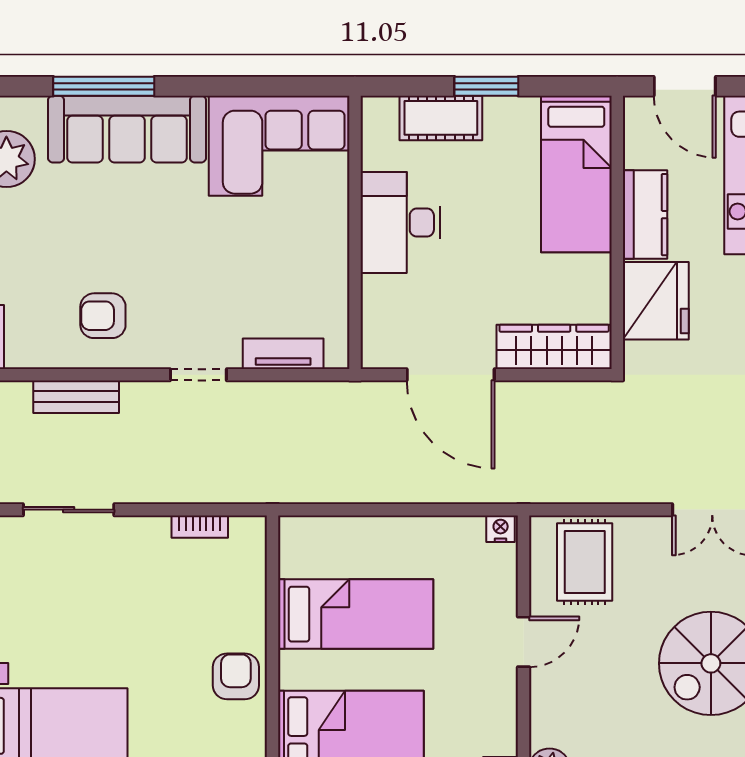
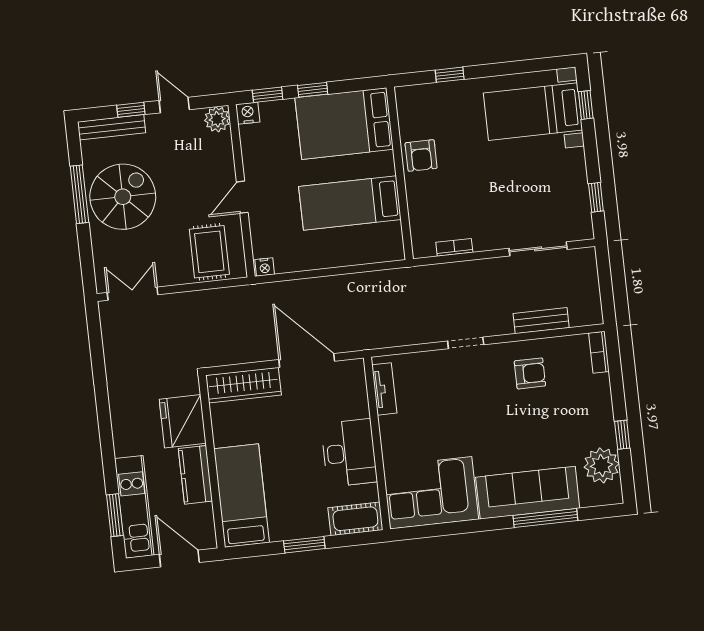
cot: (441, 118) -> (355, 519), moved
tv unit: (283, 354) -> (384, 389), moved, turned -90

